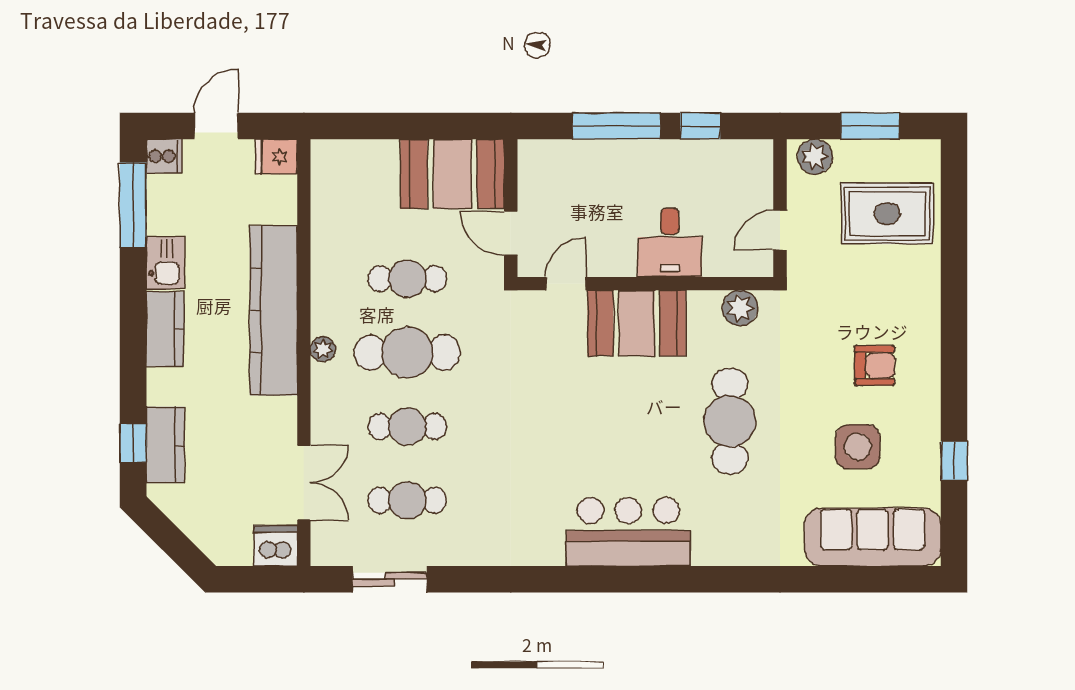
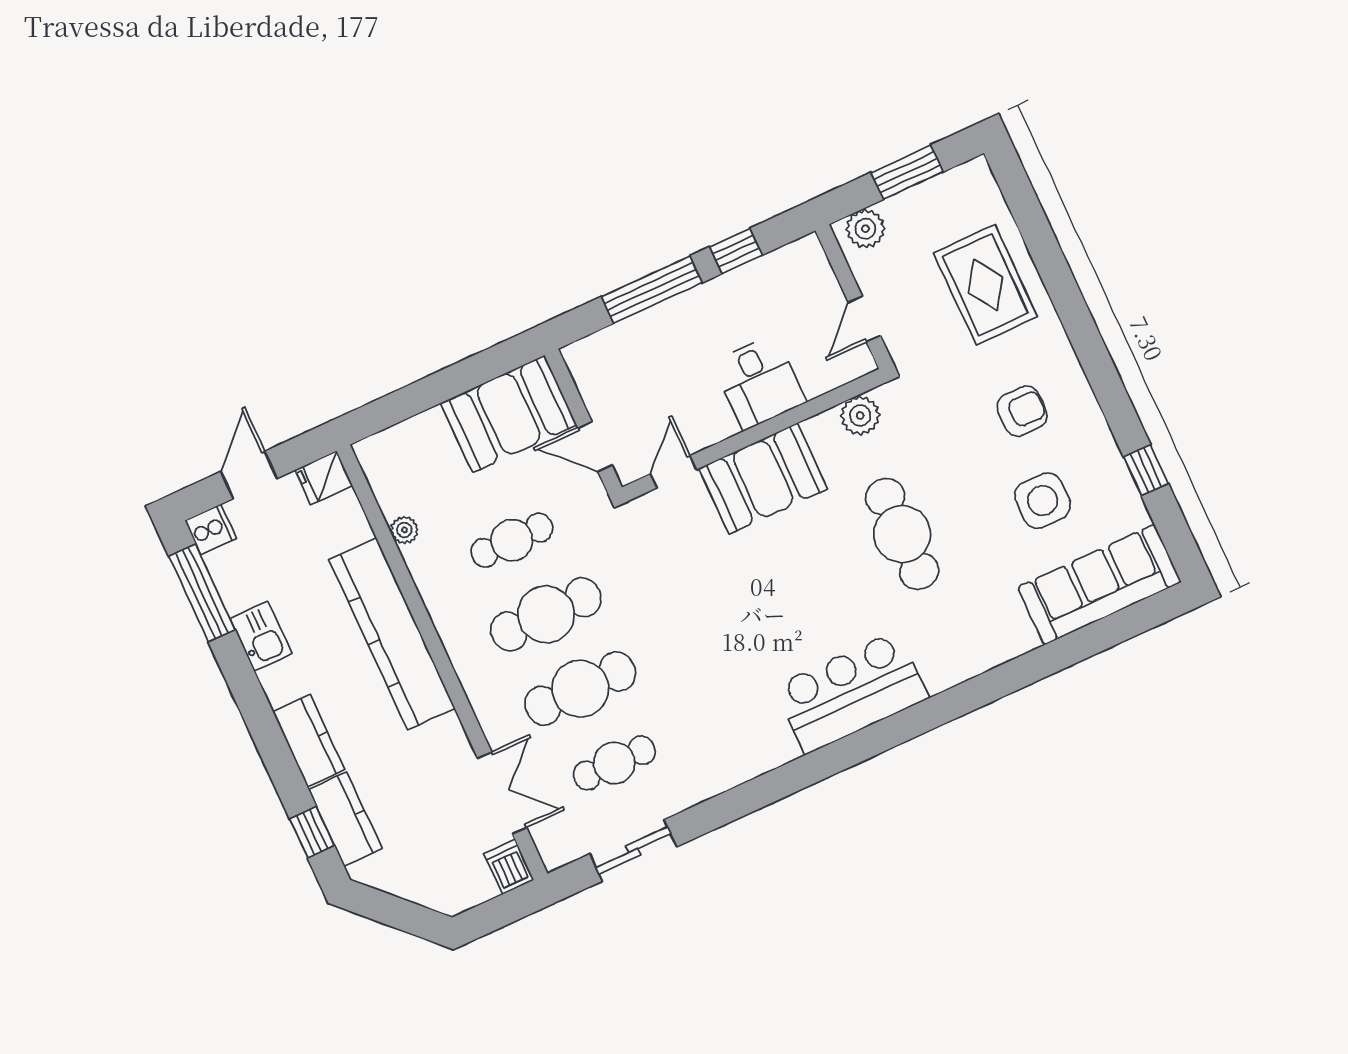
rug: (887, 214) -> (985, 285), moved, turned 90
kitchen counter: (165, 329) -> (309, 741), moved
plant: (323, 349) -> (404, 530), moved
cafe table: (407, 426) -> (580, 689), width x1.37, depth x1.35
dishwasher: (276, 546) -> (509, 867), width x0.73

